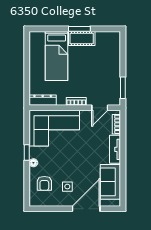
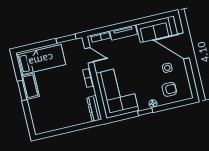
bed: (57, 56) -> (41, 60), moved

